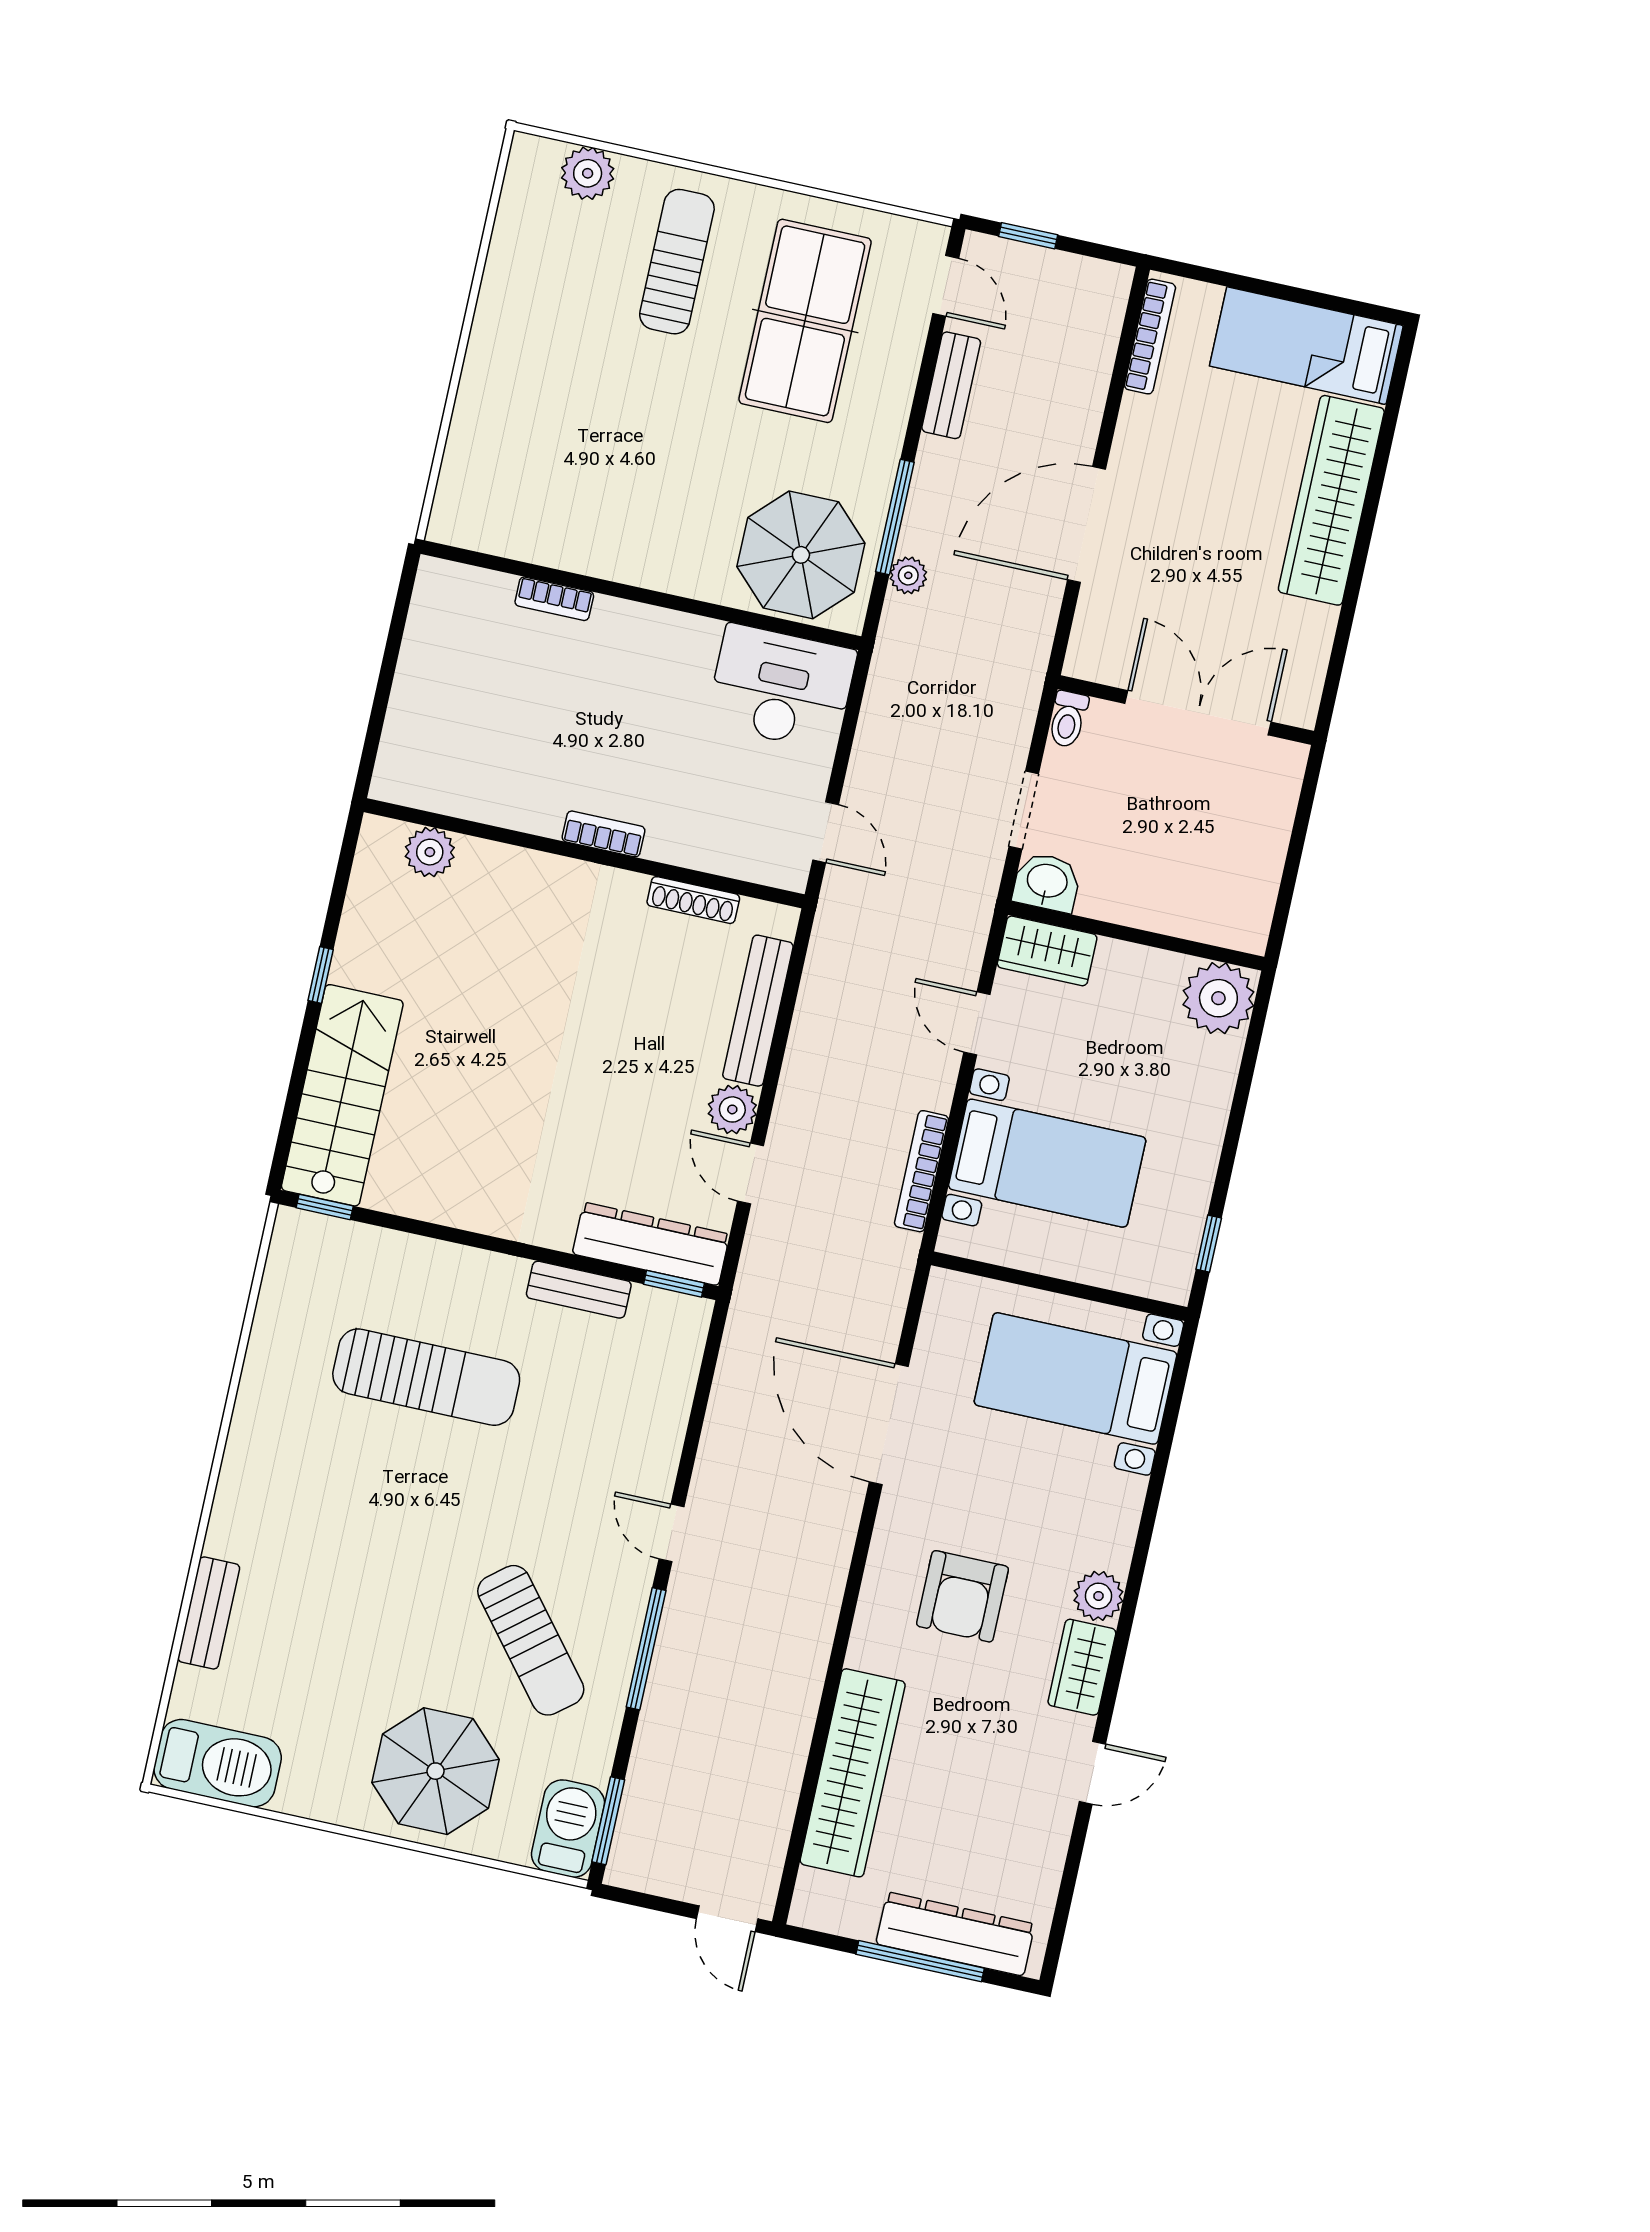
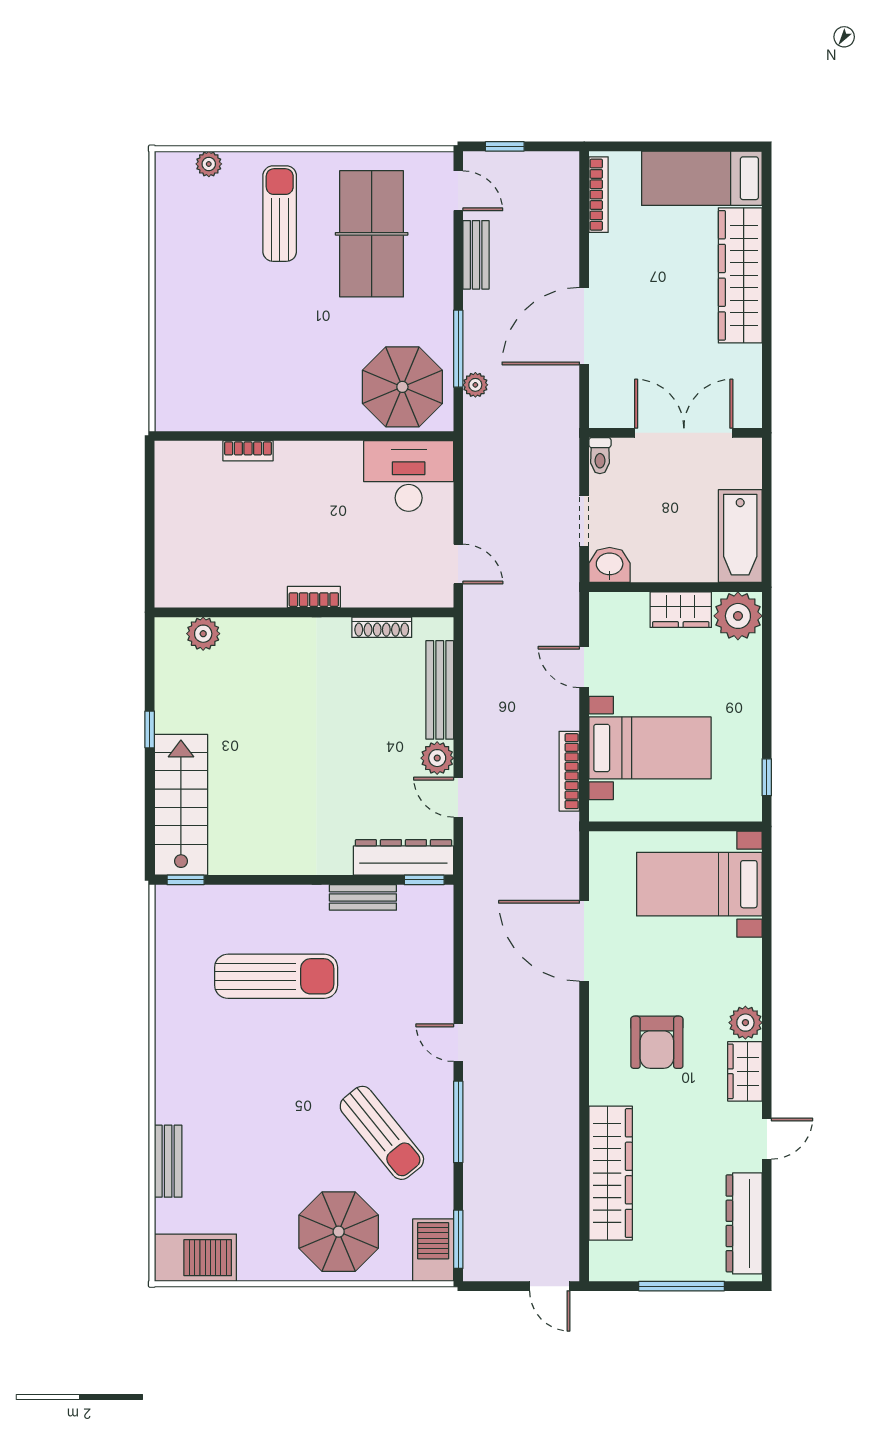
plant: (588, 173) -> (209, 164), width x0.73, depth x0.73
bathtub: (1247, 882) -> (740, 536), added
wardrobe: (1047, 951) -> (681, 610), moved
dresser: (955, 1934) -> (744, 1223), moved, turned -90

